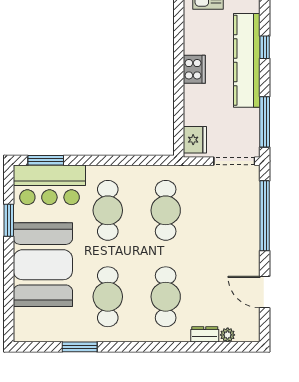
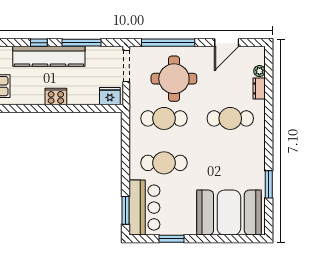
window: (265, 122) -> (81, 43), moved
round table: (218, 223) -> (174, 79), added
booth: (43, 265) -> (229, 213), moved
cafe table: (108, 297) -> (230, 163), removed

